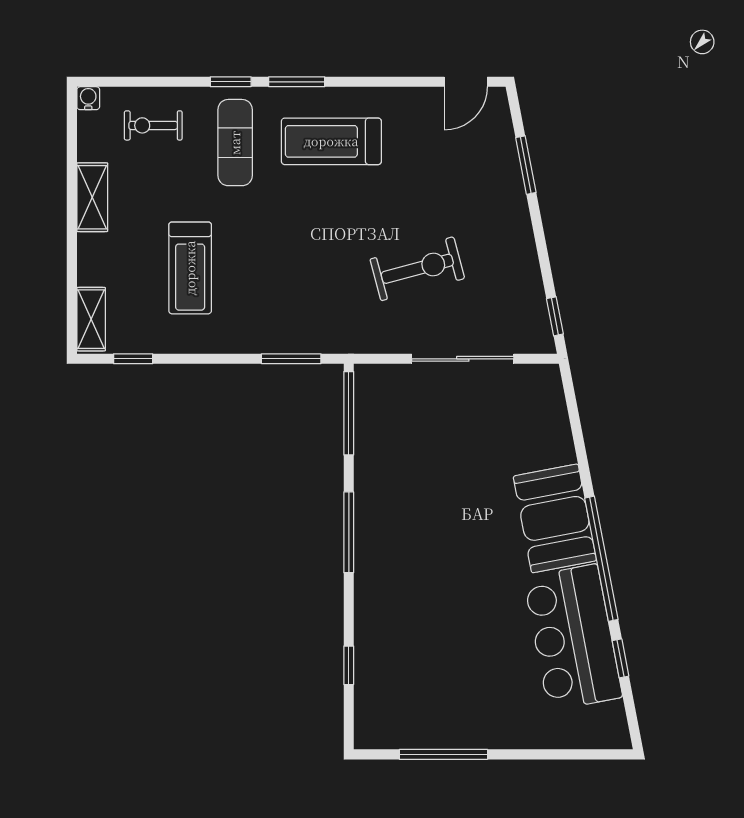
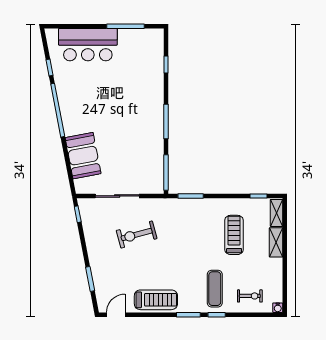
treadmill: (331, 141) -> (156, 300), moved
shelving: (92, 197) -> (276, 242), moved
booth: (555, 518) -> (83, 156), moved
bar counter: (573, 637) -> (88, 45), moved, turned 101

